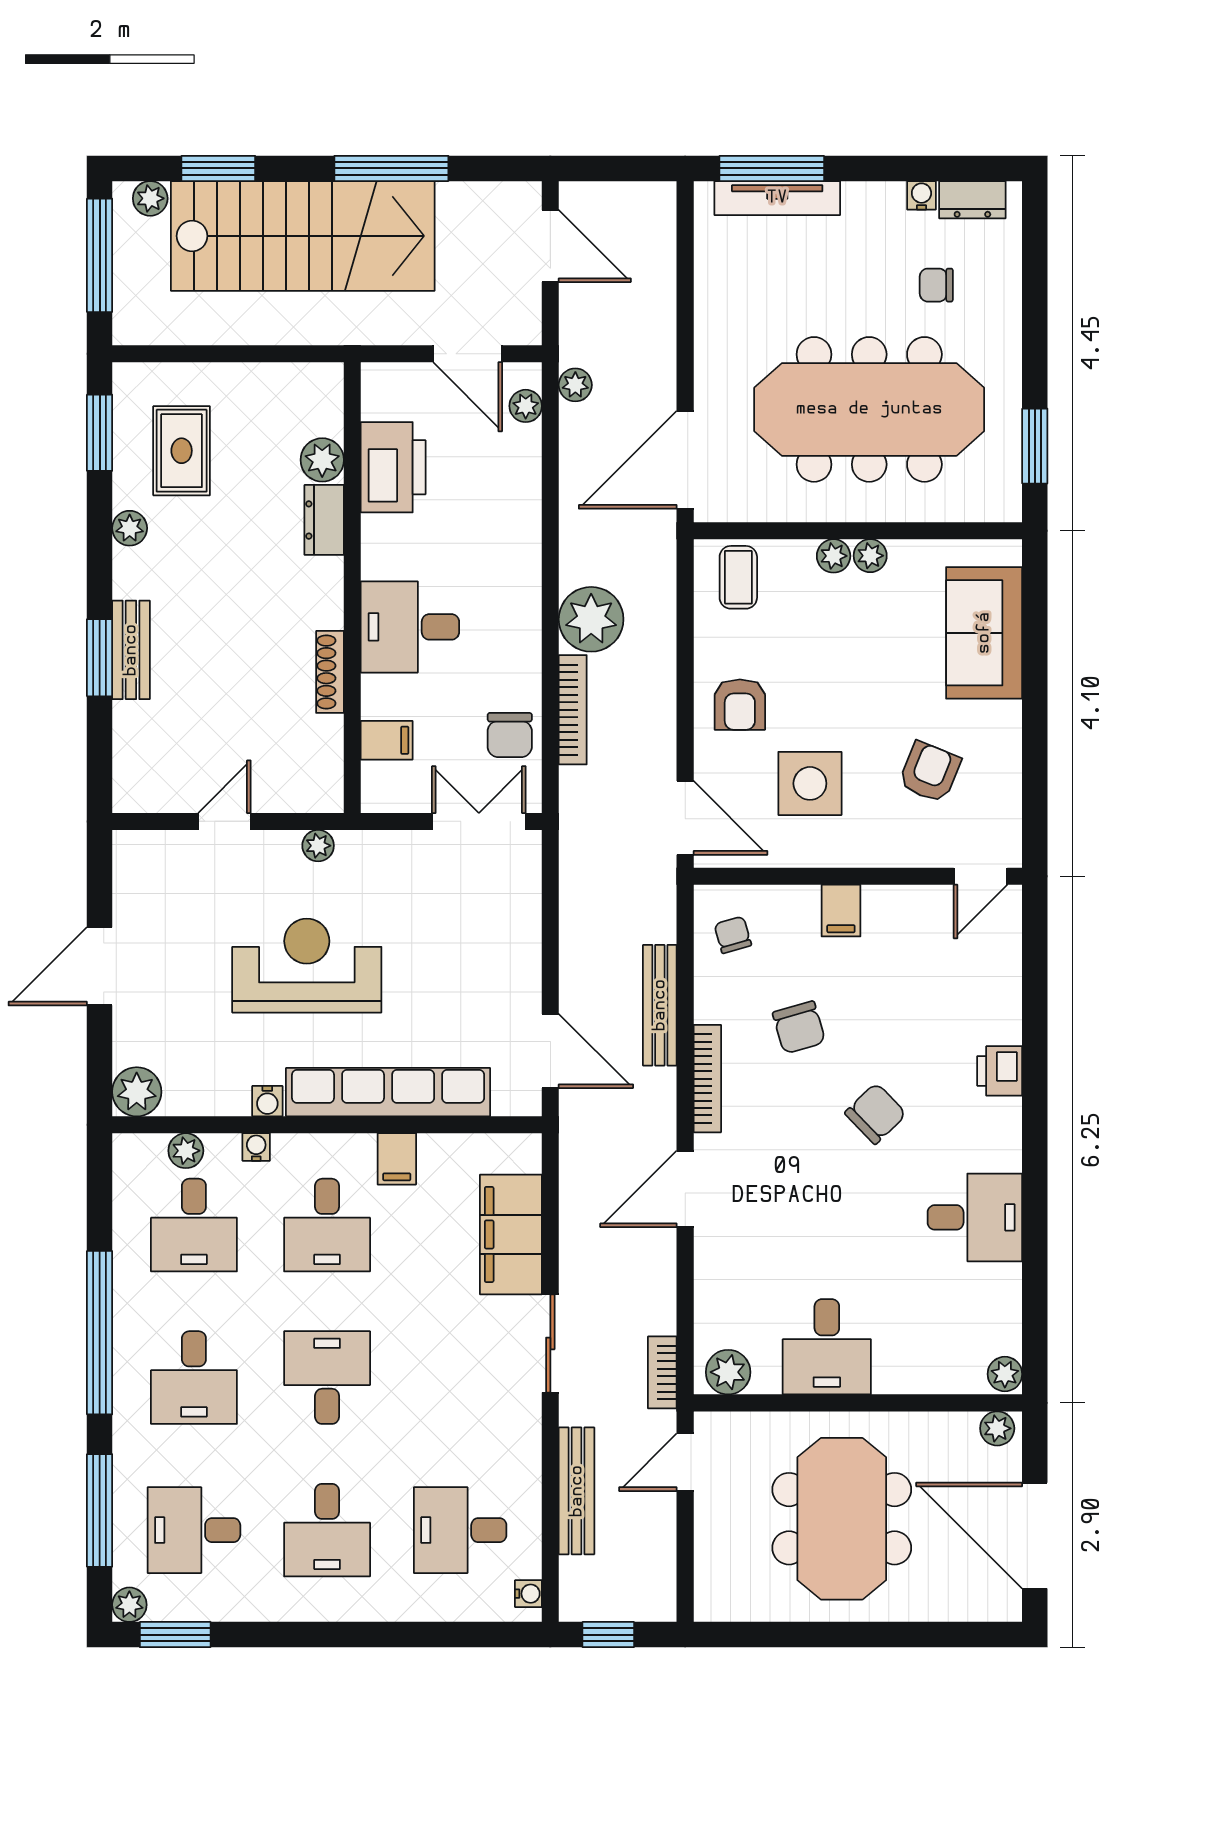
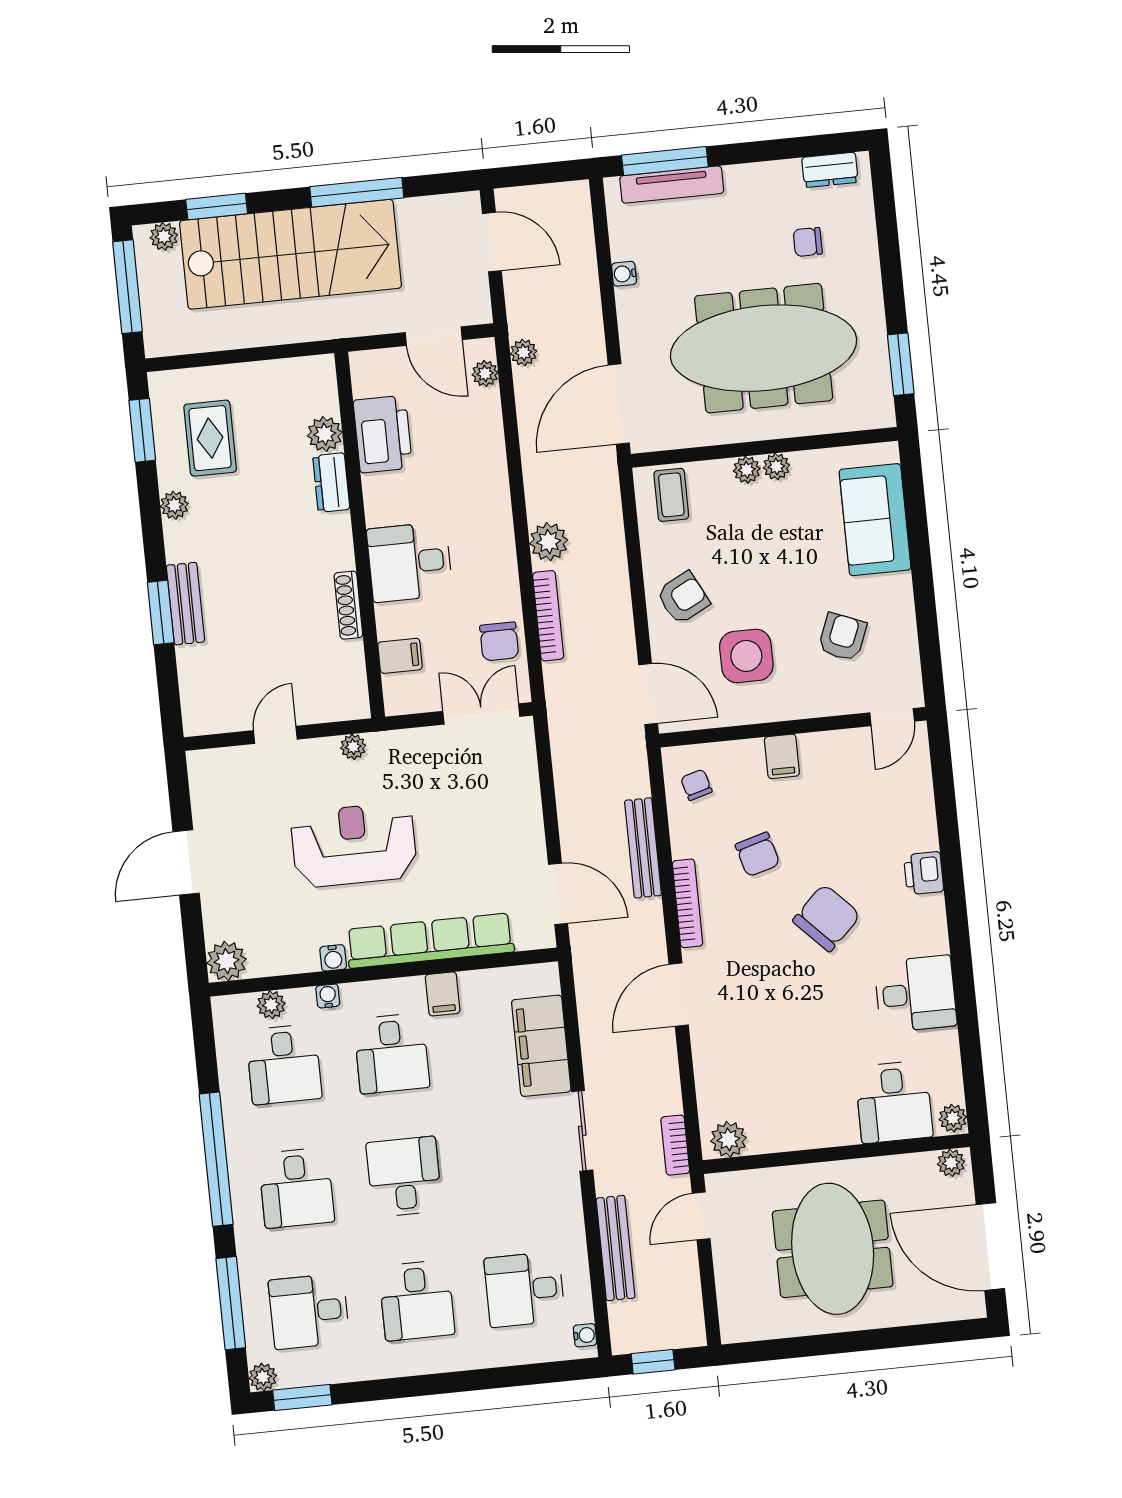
water cooler: (921, 195) -> (624, 274), moved, turned -90
plant: (591, 619) -> (549, 542), width x0.73, depth x0.73
armchair: (740, 705) -> (683, 598), turned -117
chair: (876, 1114) -> (827, 918), width x1.37, depth x1.37
desk: (827, 1347) -> (894, 1102), moved

